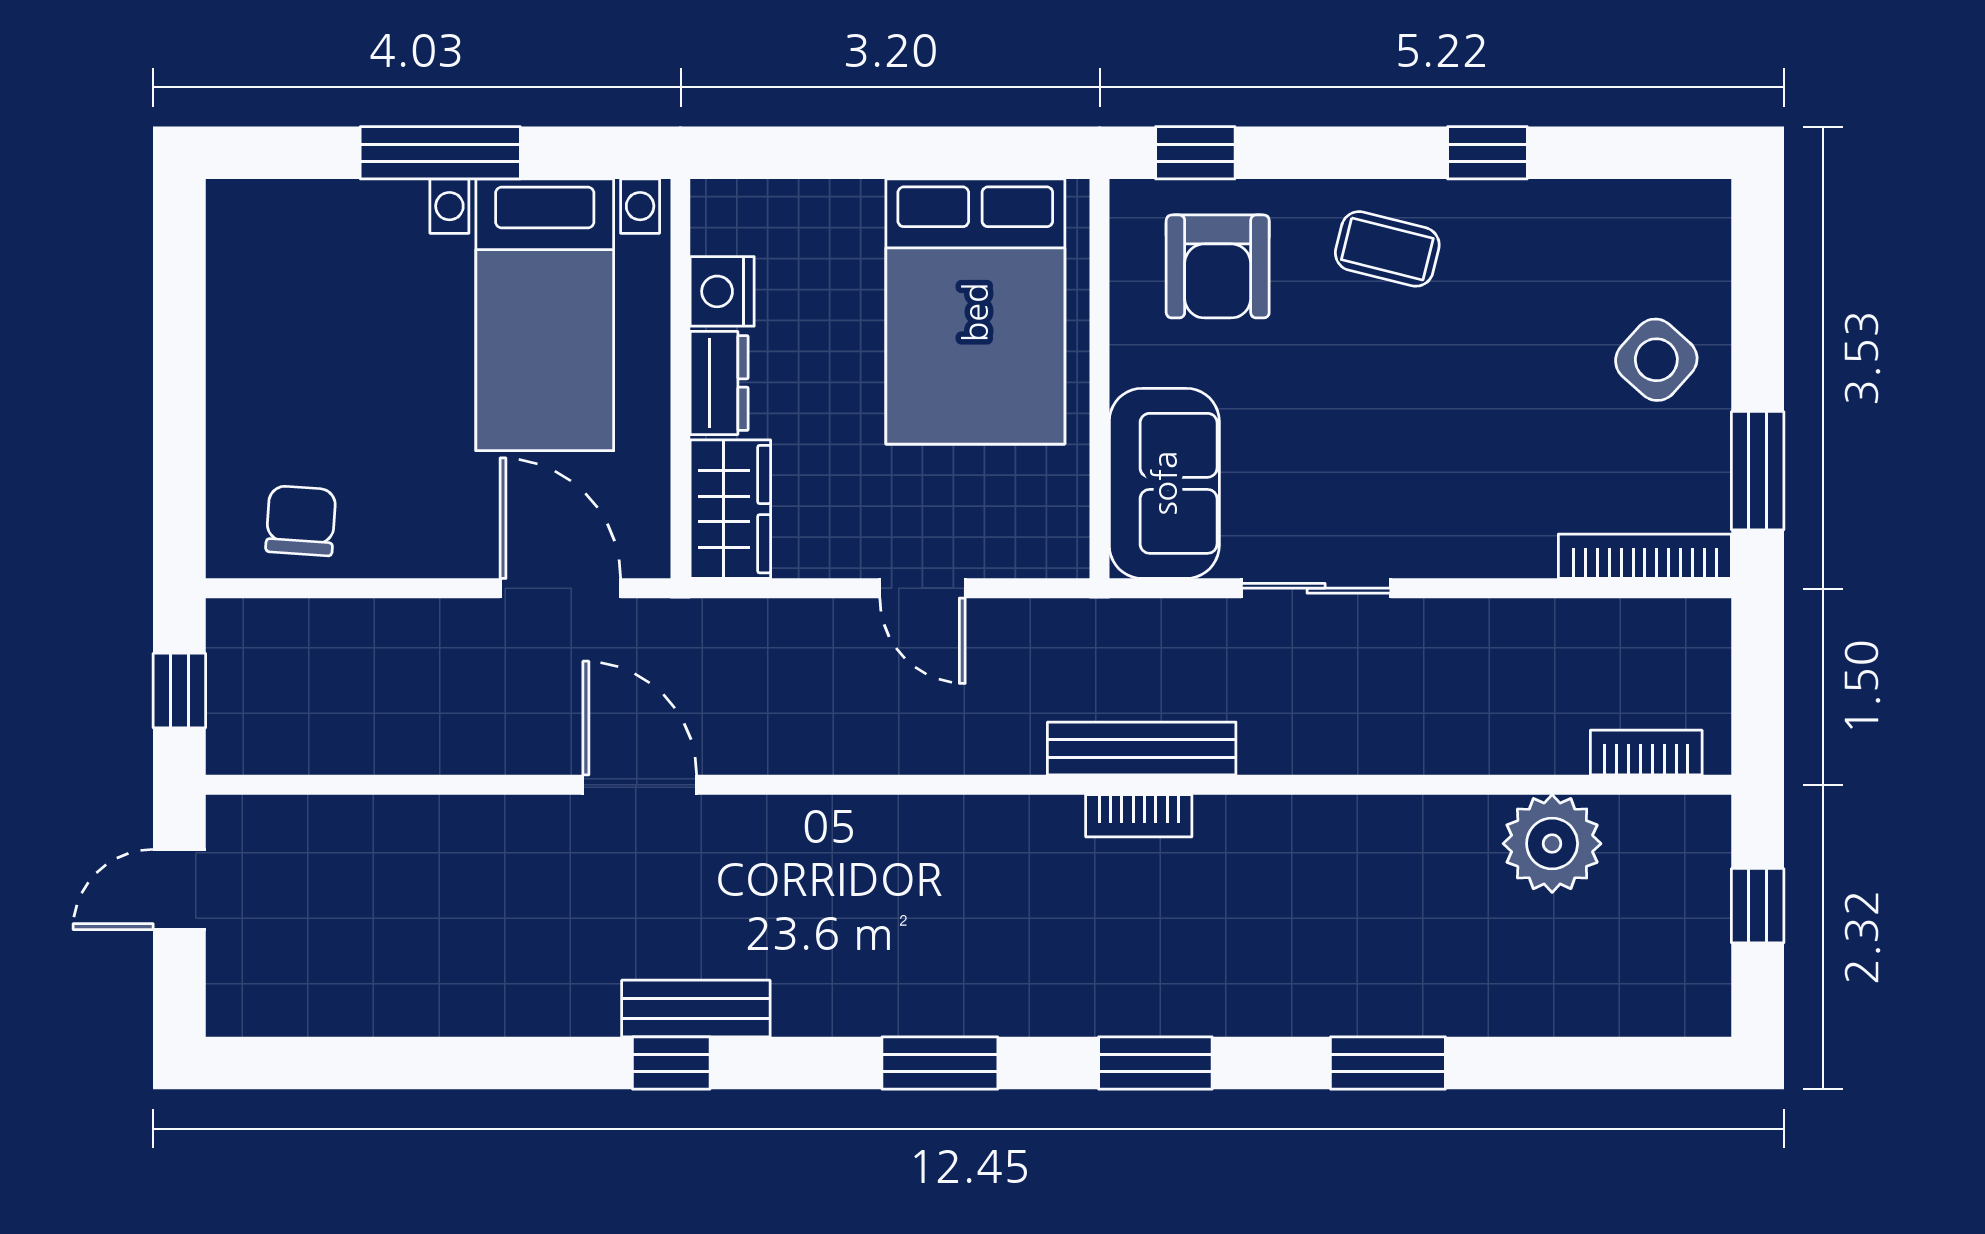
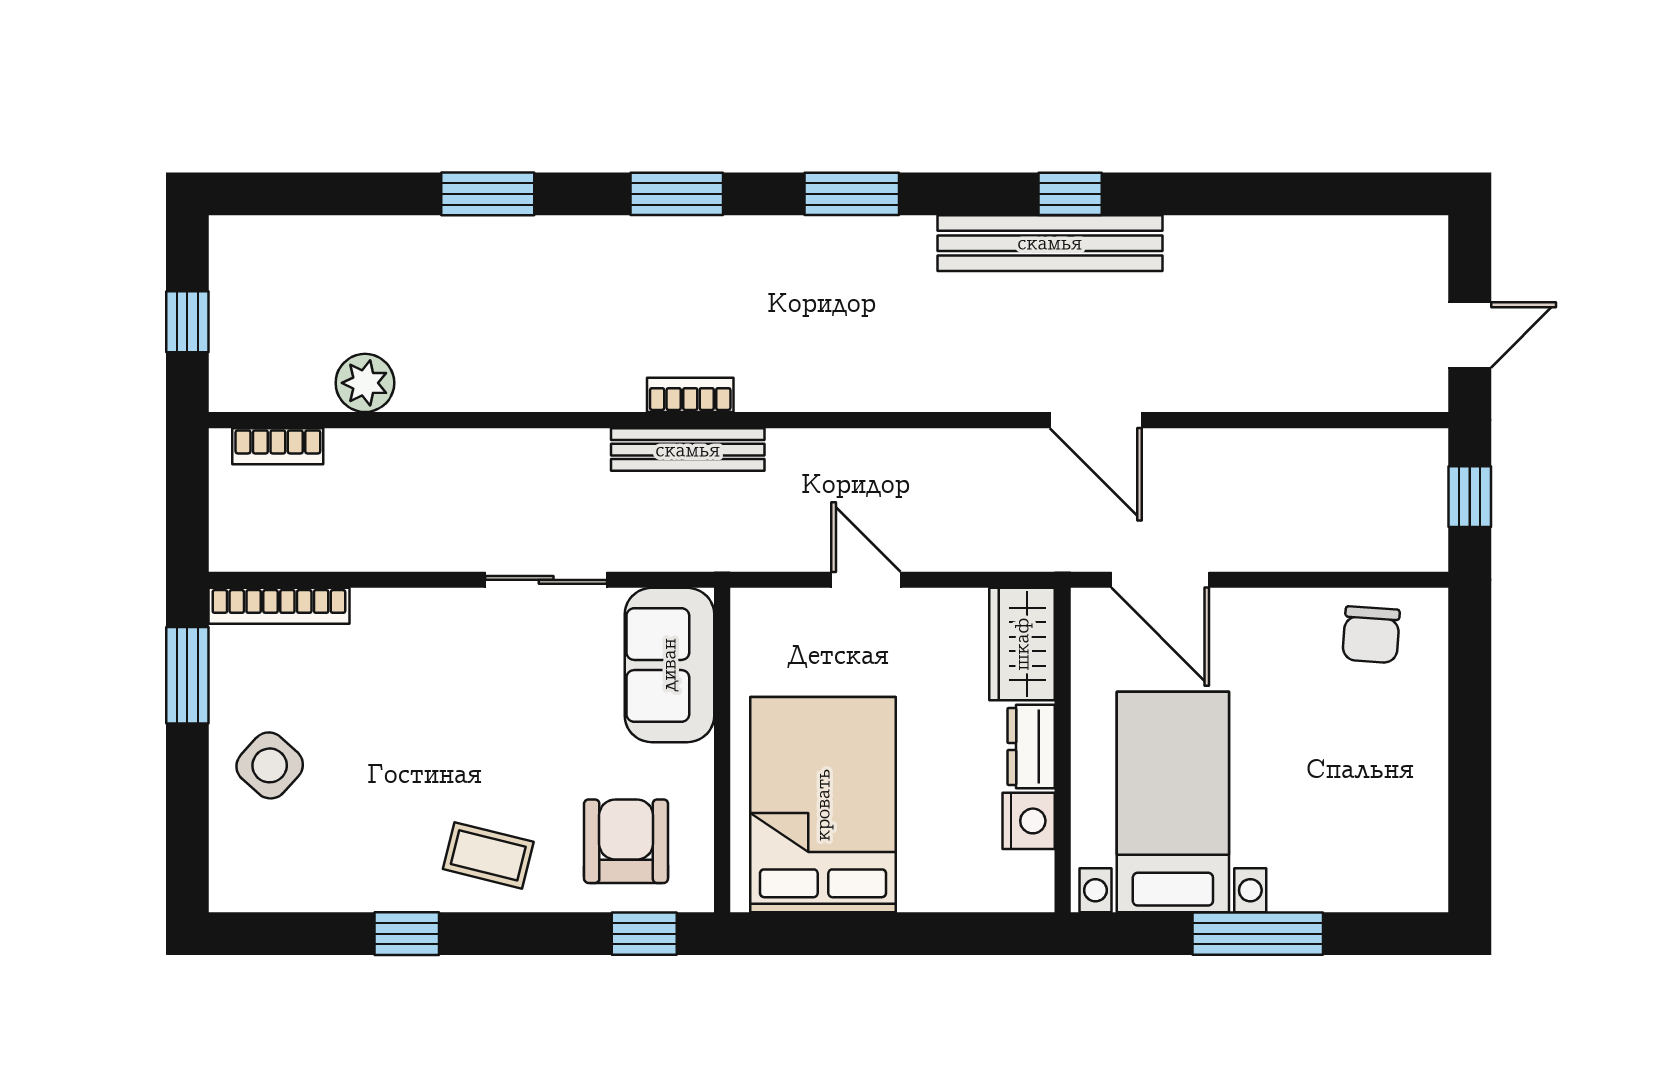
plant: (1552, 844) -> (365, 383), width x0.73, depth x0.73
bench: (696, 1009) -> (1050, 243), width x1.86, depth x1.21

